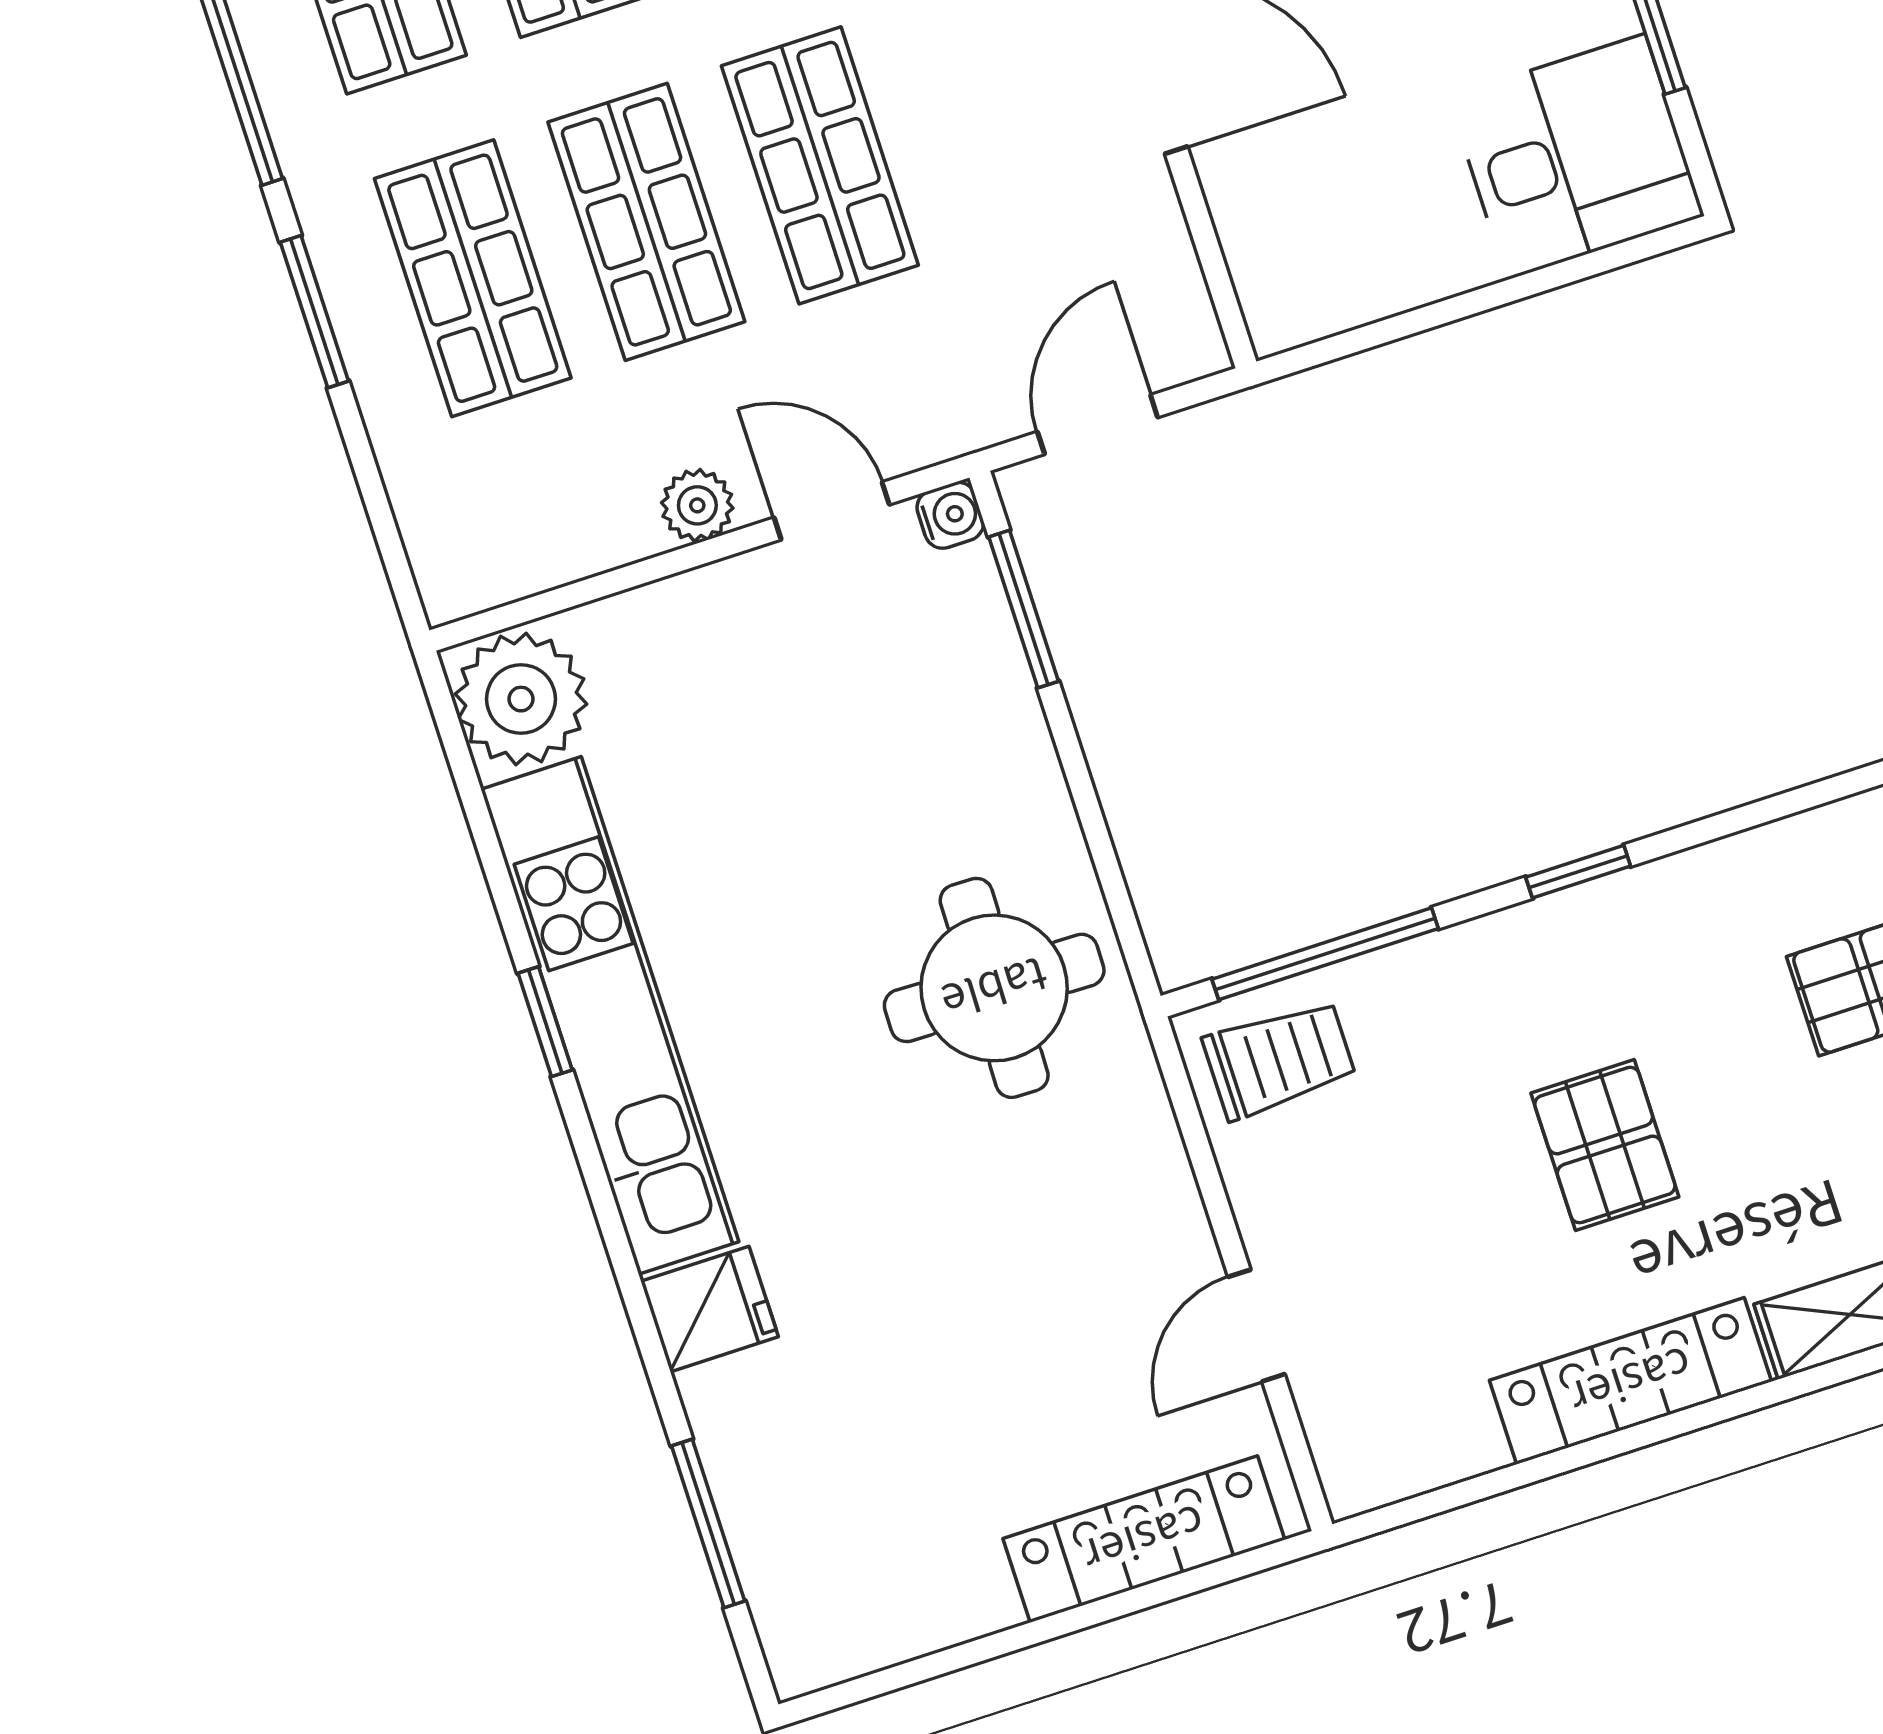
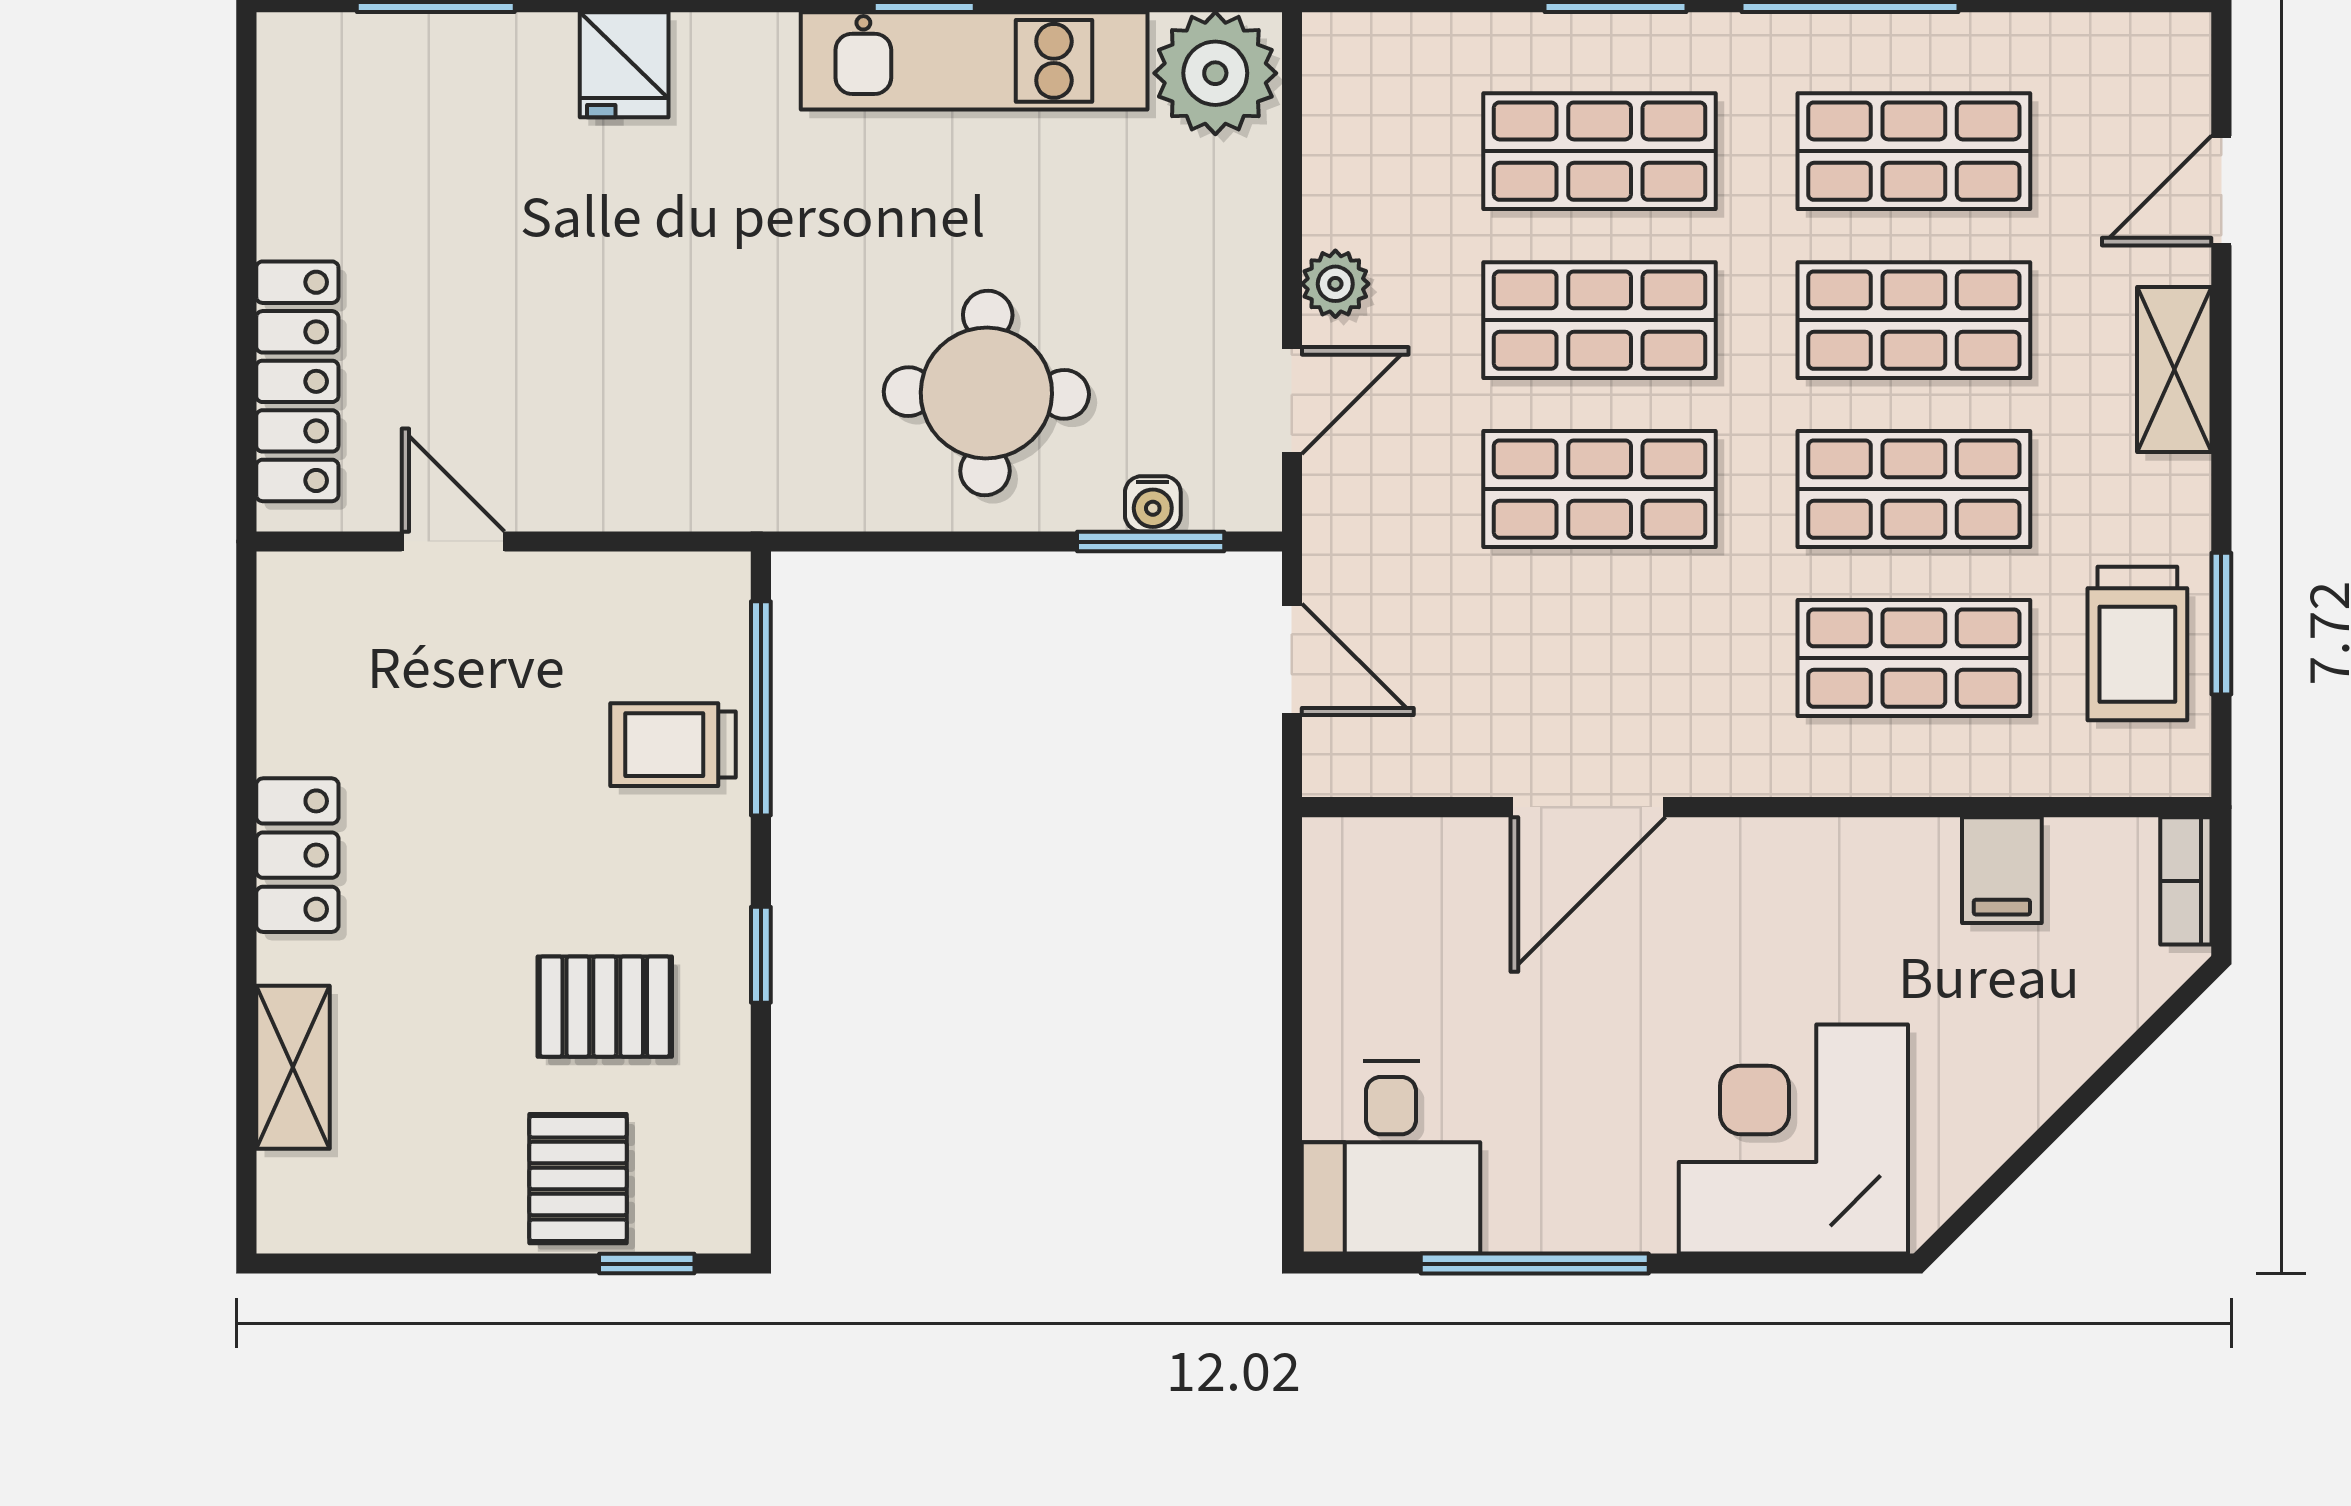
water cooler: (950, 515) -> (1153, 504), moved
round table: (994, 988) -> (986, 393), moved
kitchen unit: (610, 1015) -> (974, 61), width x0.73
trolley: (1279, 1059) -> (673, 745), moved, turned 90
pallet: (1605, 1145) -> (605, 1007), moved
locker: (1631, 1381) -> (297, 855), width x0.66

